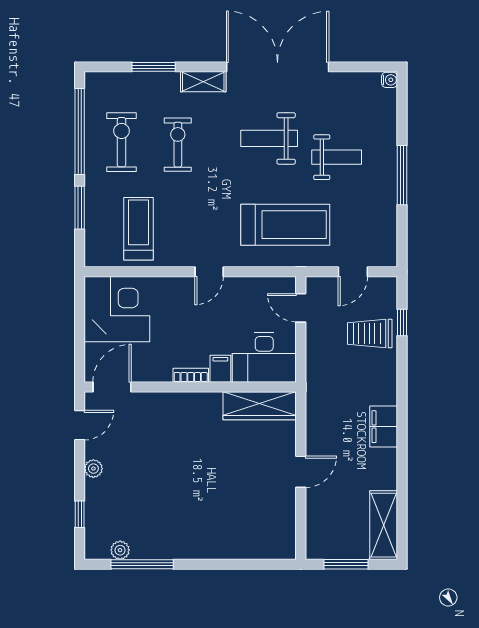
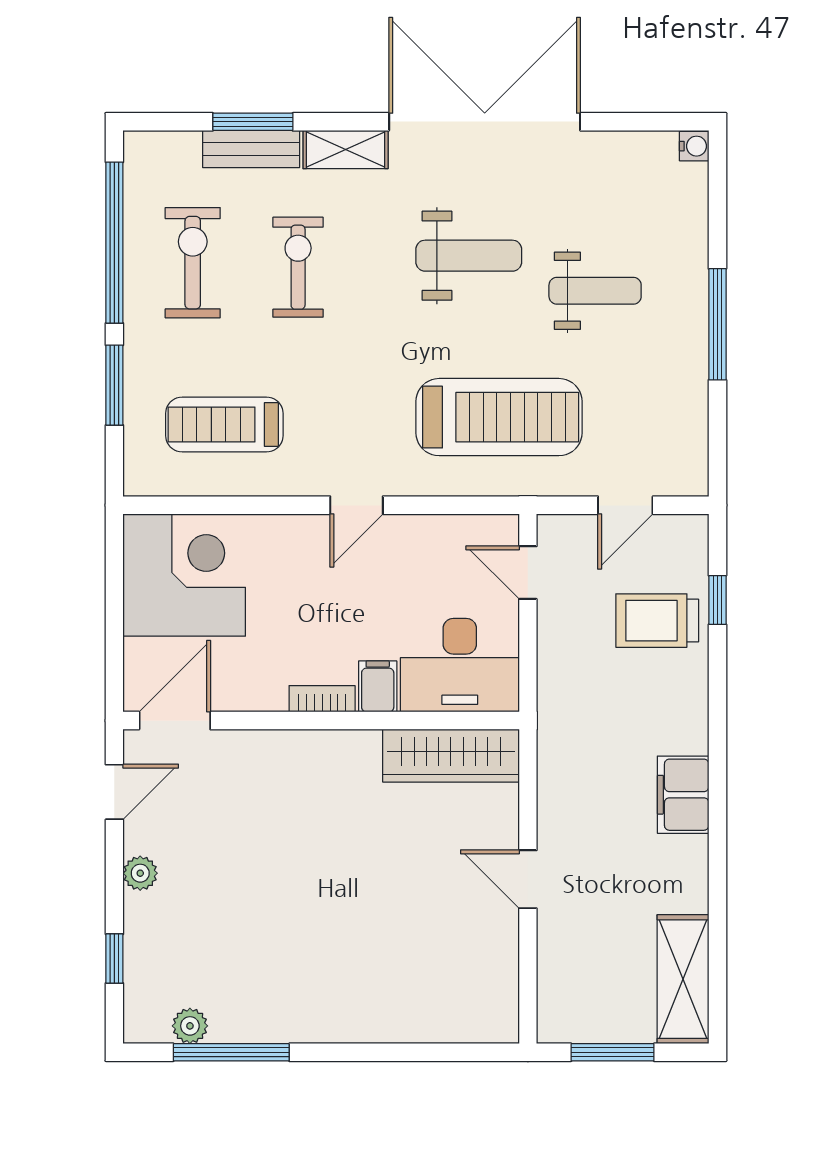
bench: (153, 81) -> (251, 149), added
weight bench: (269, 138) -> (469, 256), turned 180
treadmill: (138, 229) -> (224, 424), turned -90
door: (301, 472) -> (528, 879), swing flipped

